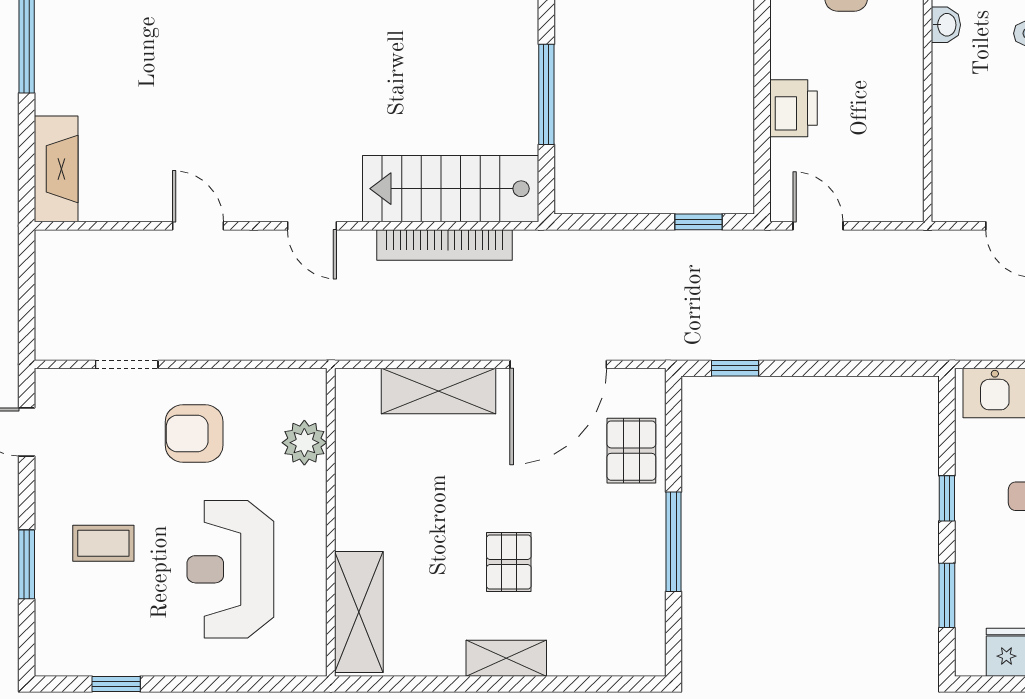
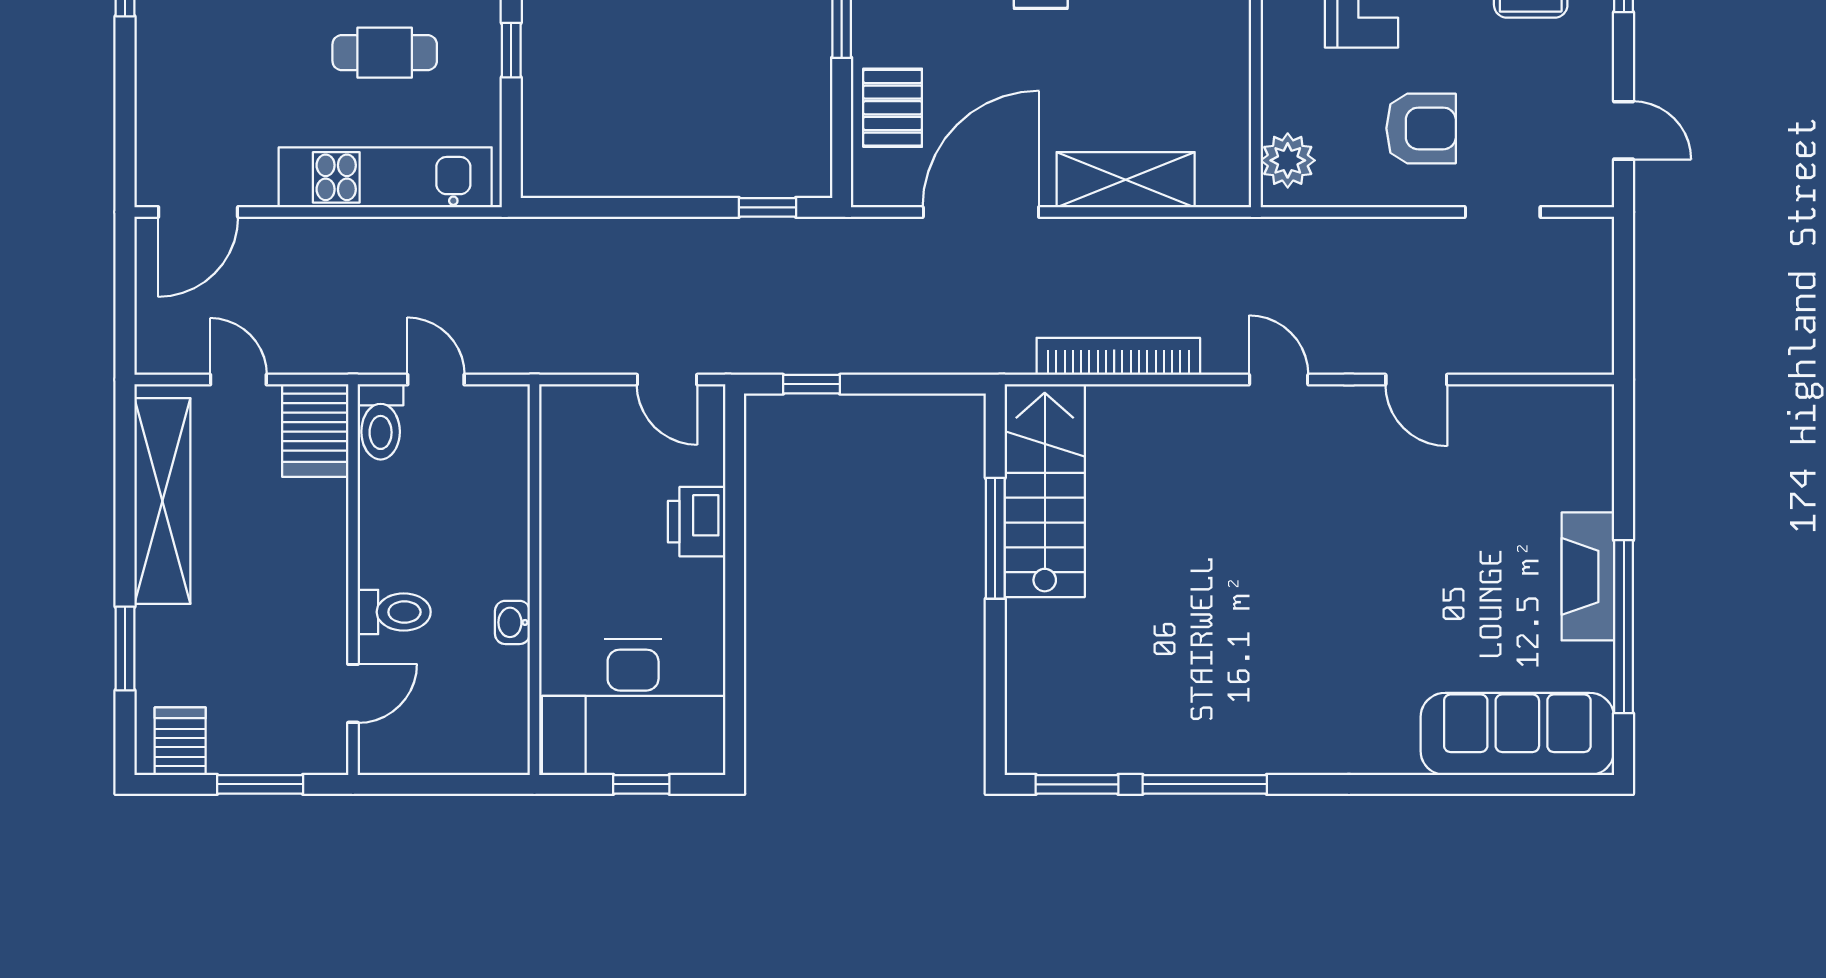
fireplace: (56, 169) -> (1588, 576), moved
stairs: (451, 189) -> (1045, 491), moved, turned -90
plant: (304, 443) -> (1288, 160), moved

